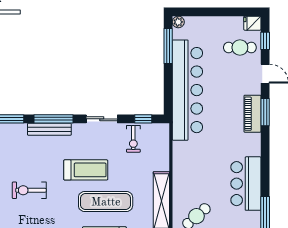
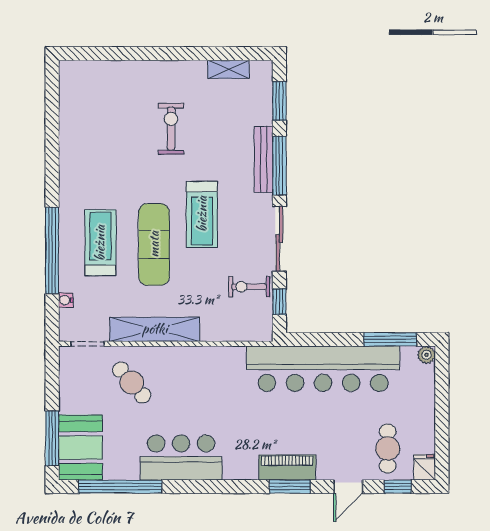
sliding door: (102, 119) -> (279, 239), width x1.37

